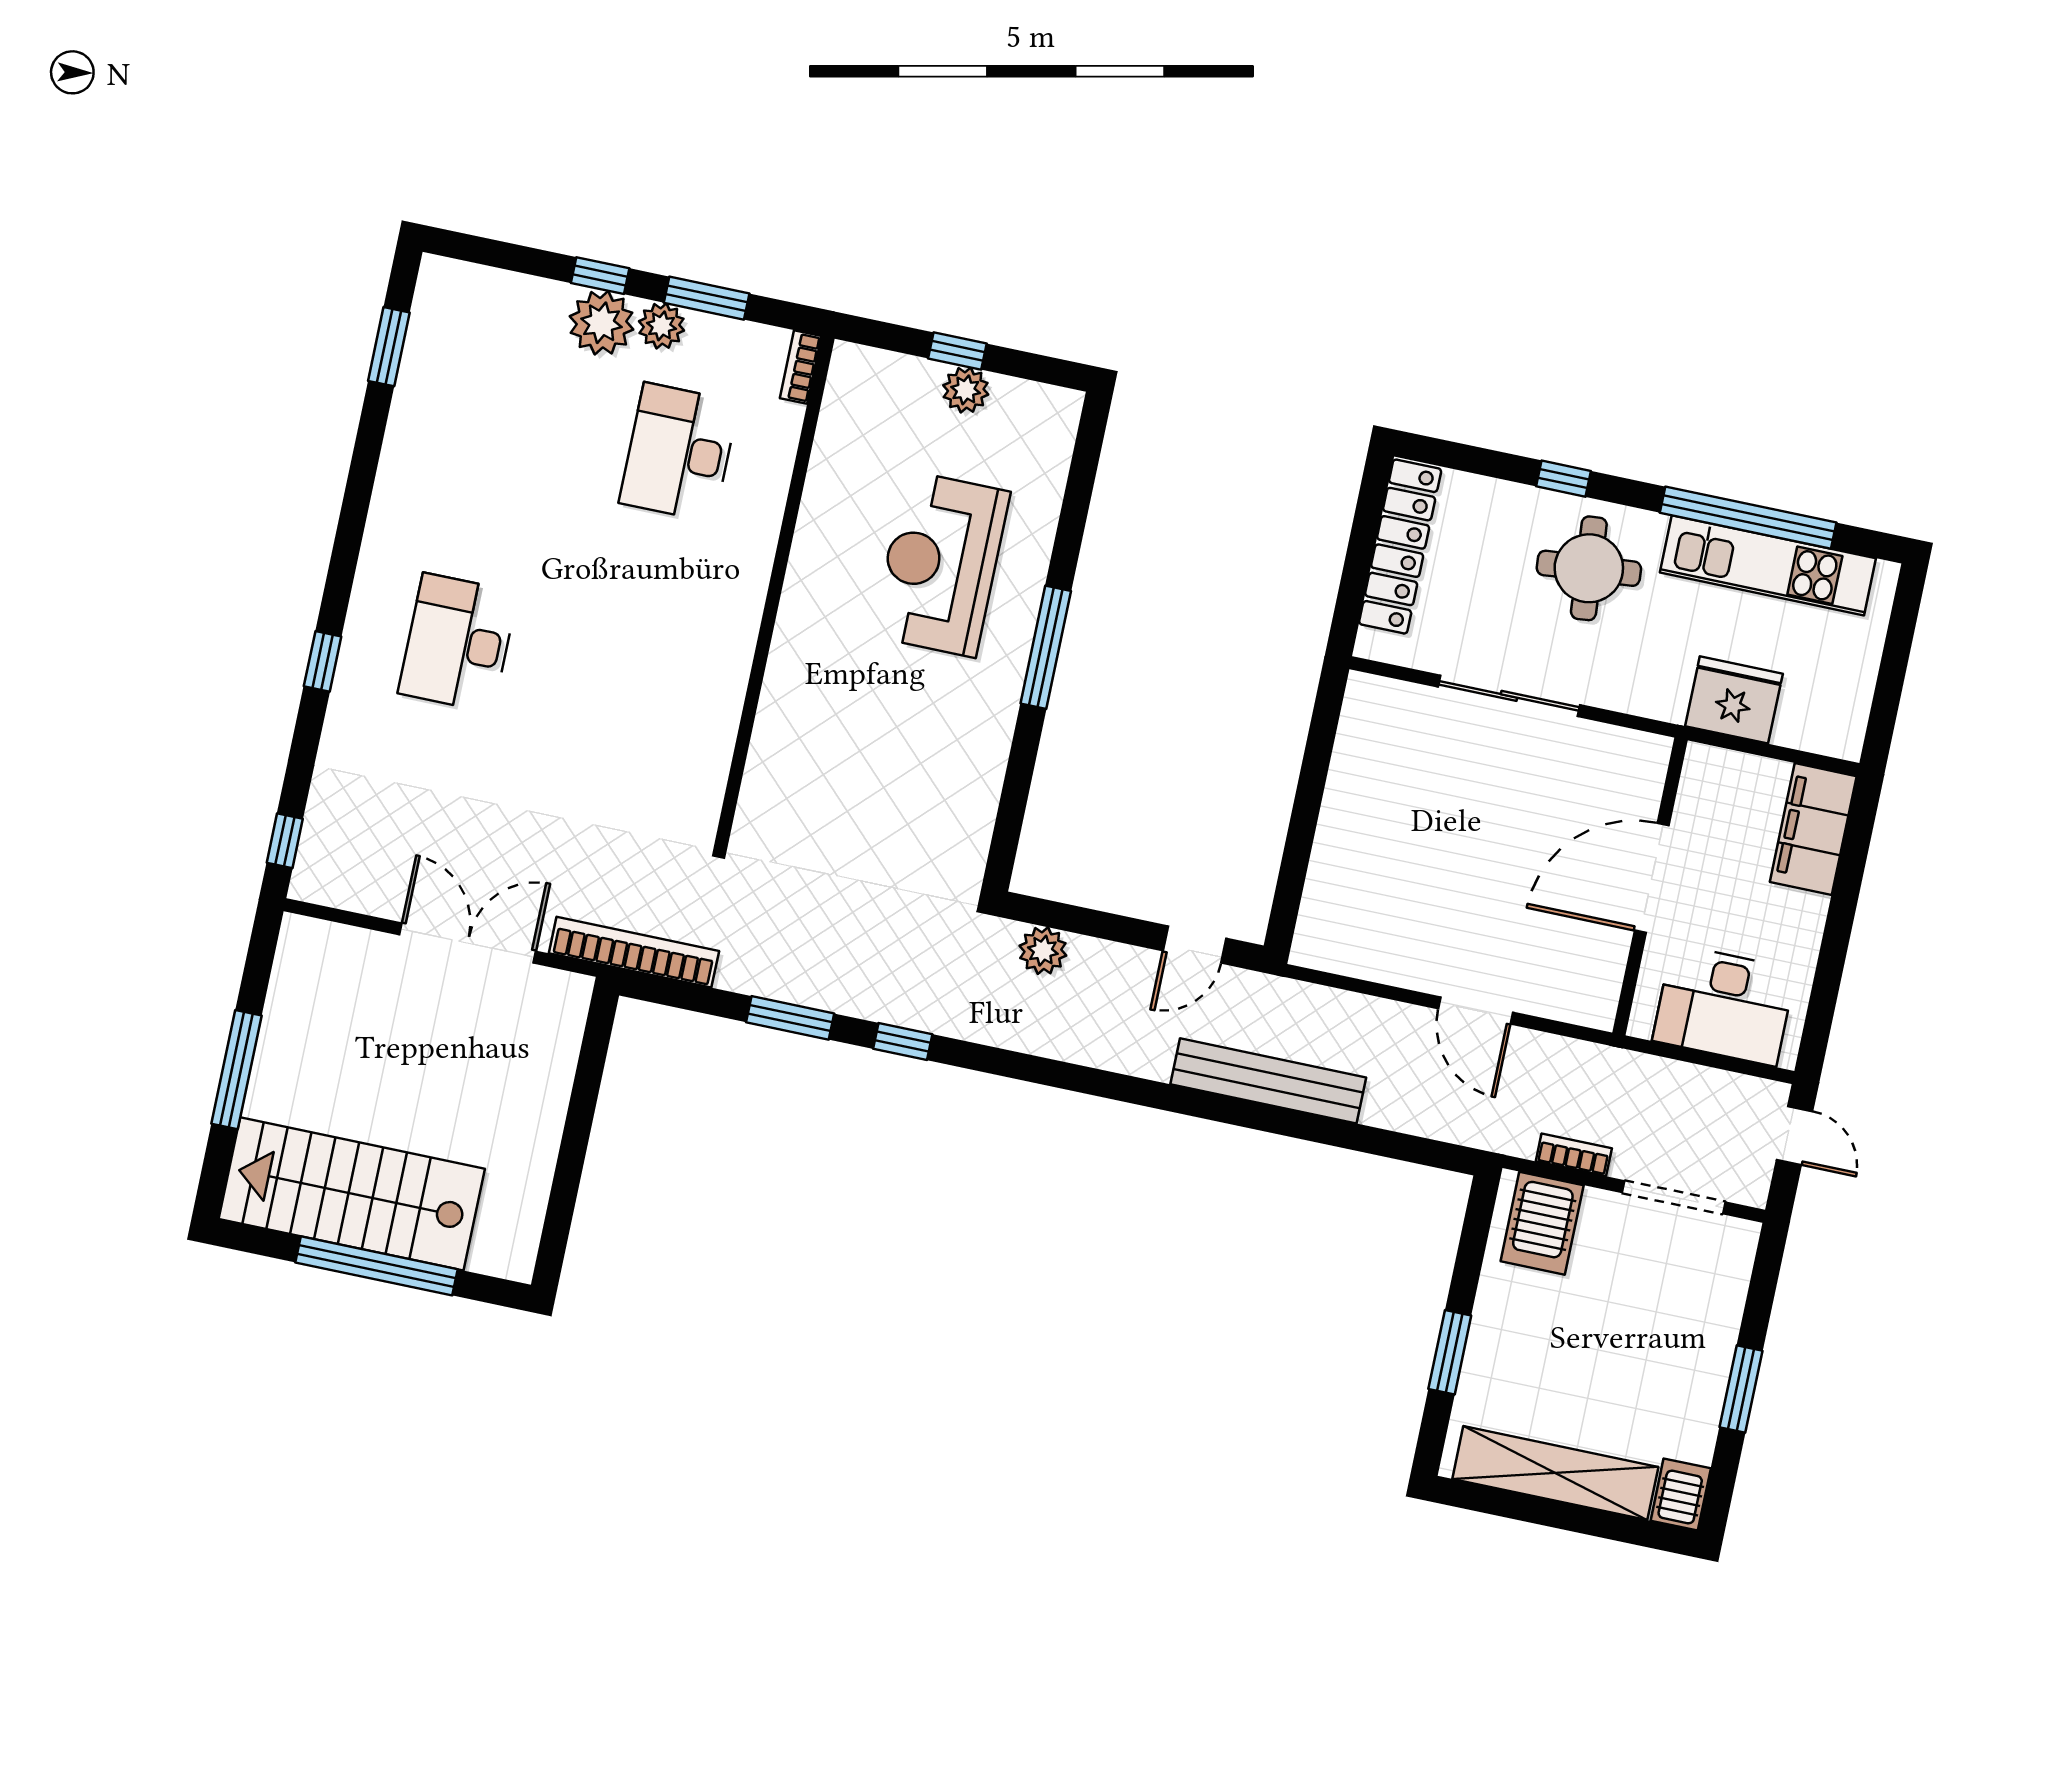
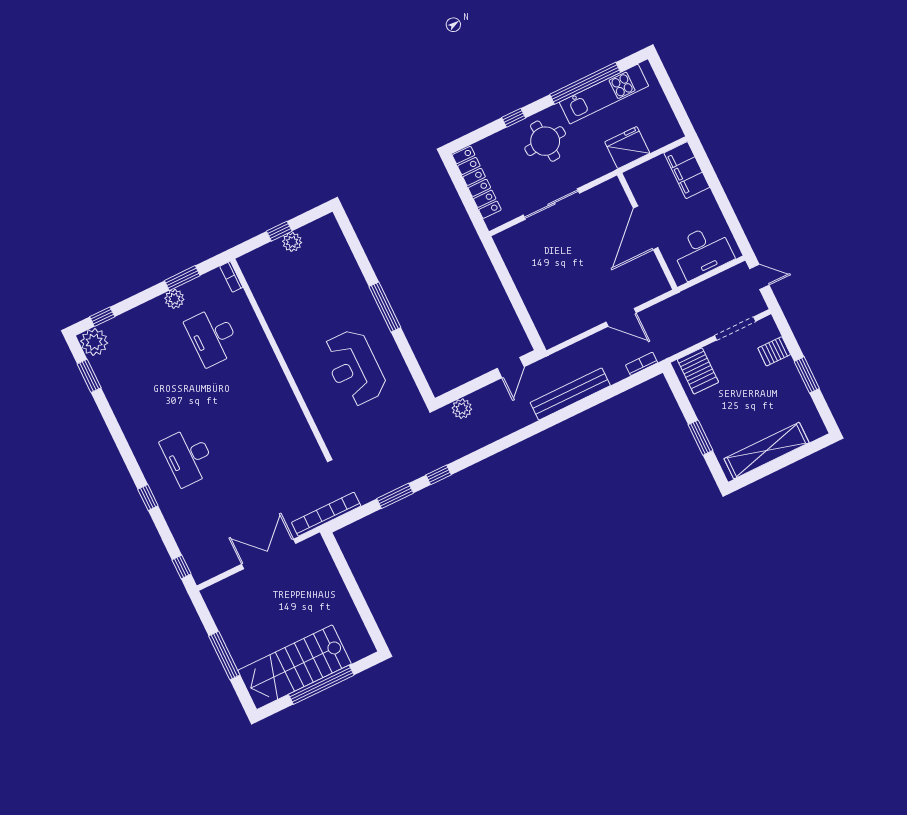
window: (600, 276) -> (102, 317), moved
plant: (602, 323) -> (94, 342), moved
reception desk: (941, 564) -> (354, 368), moved
bookcase: (1574, 1155) -> (642, 364), moved
server rack: (1681, 1495) -> (774, 351), moved, turned -90

